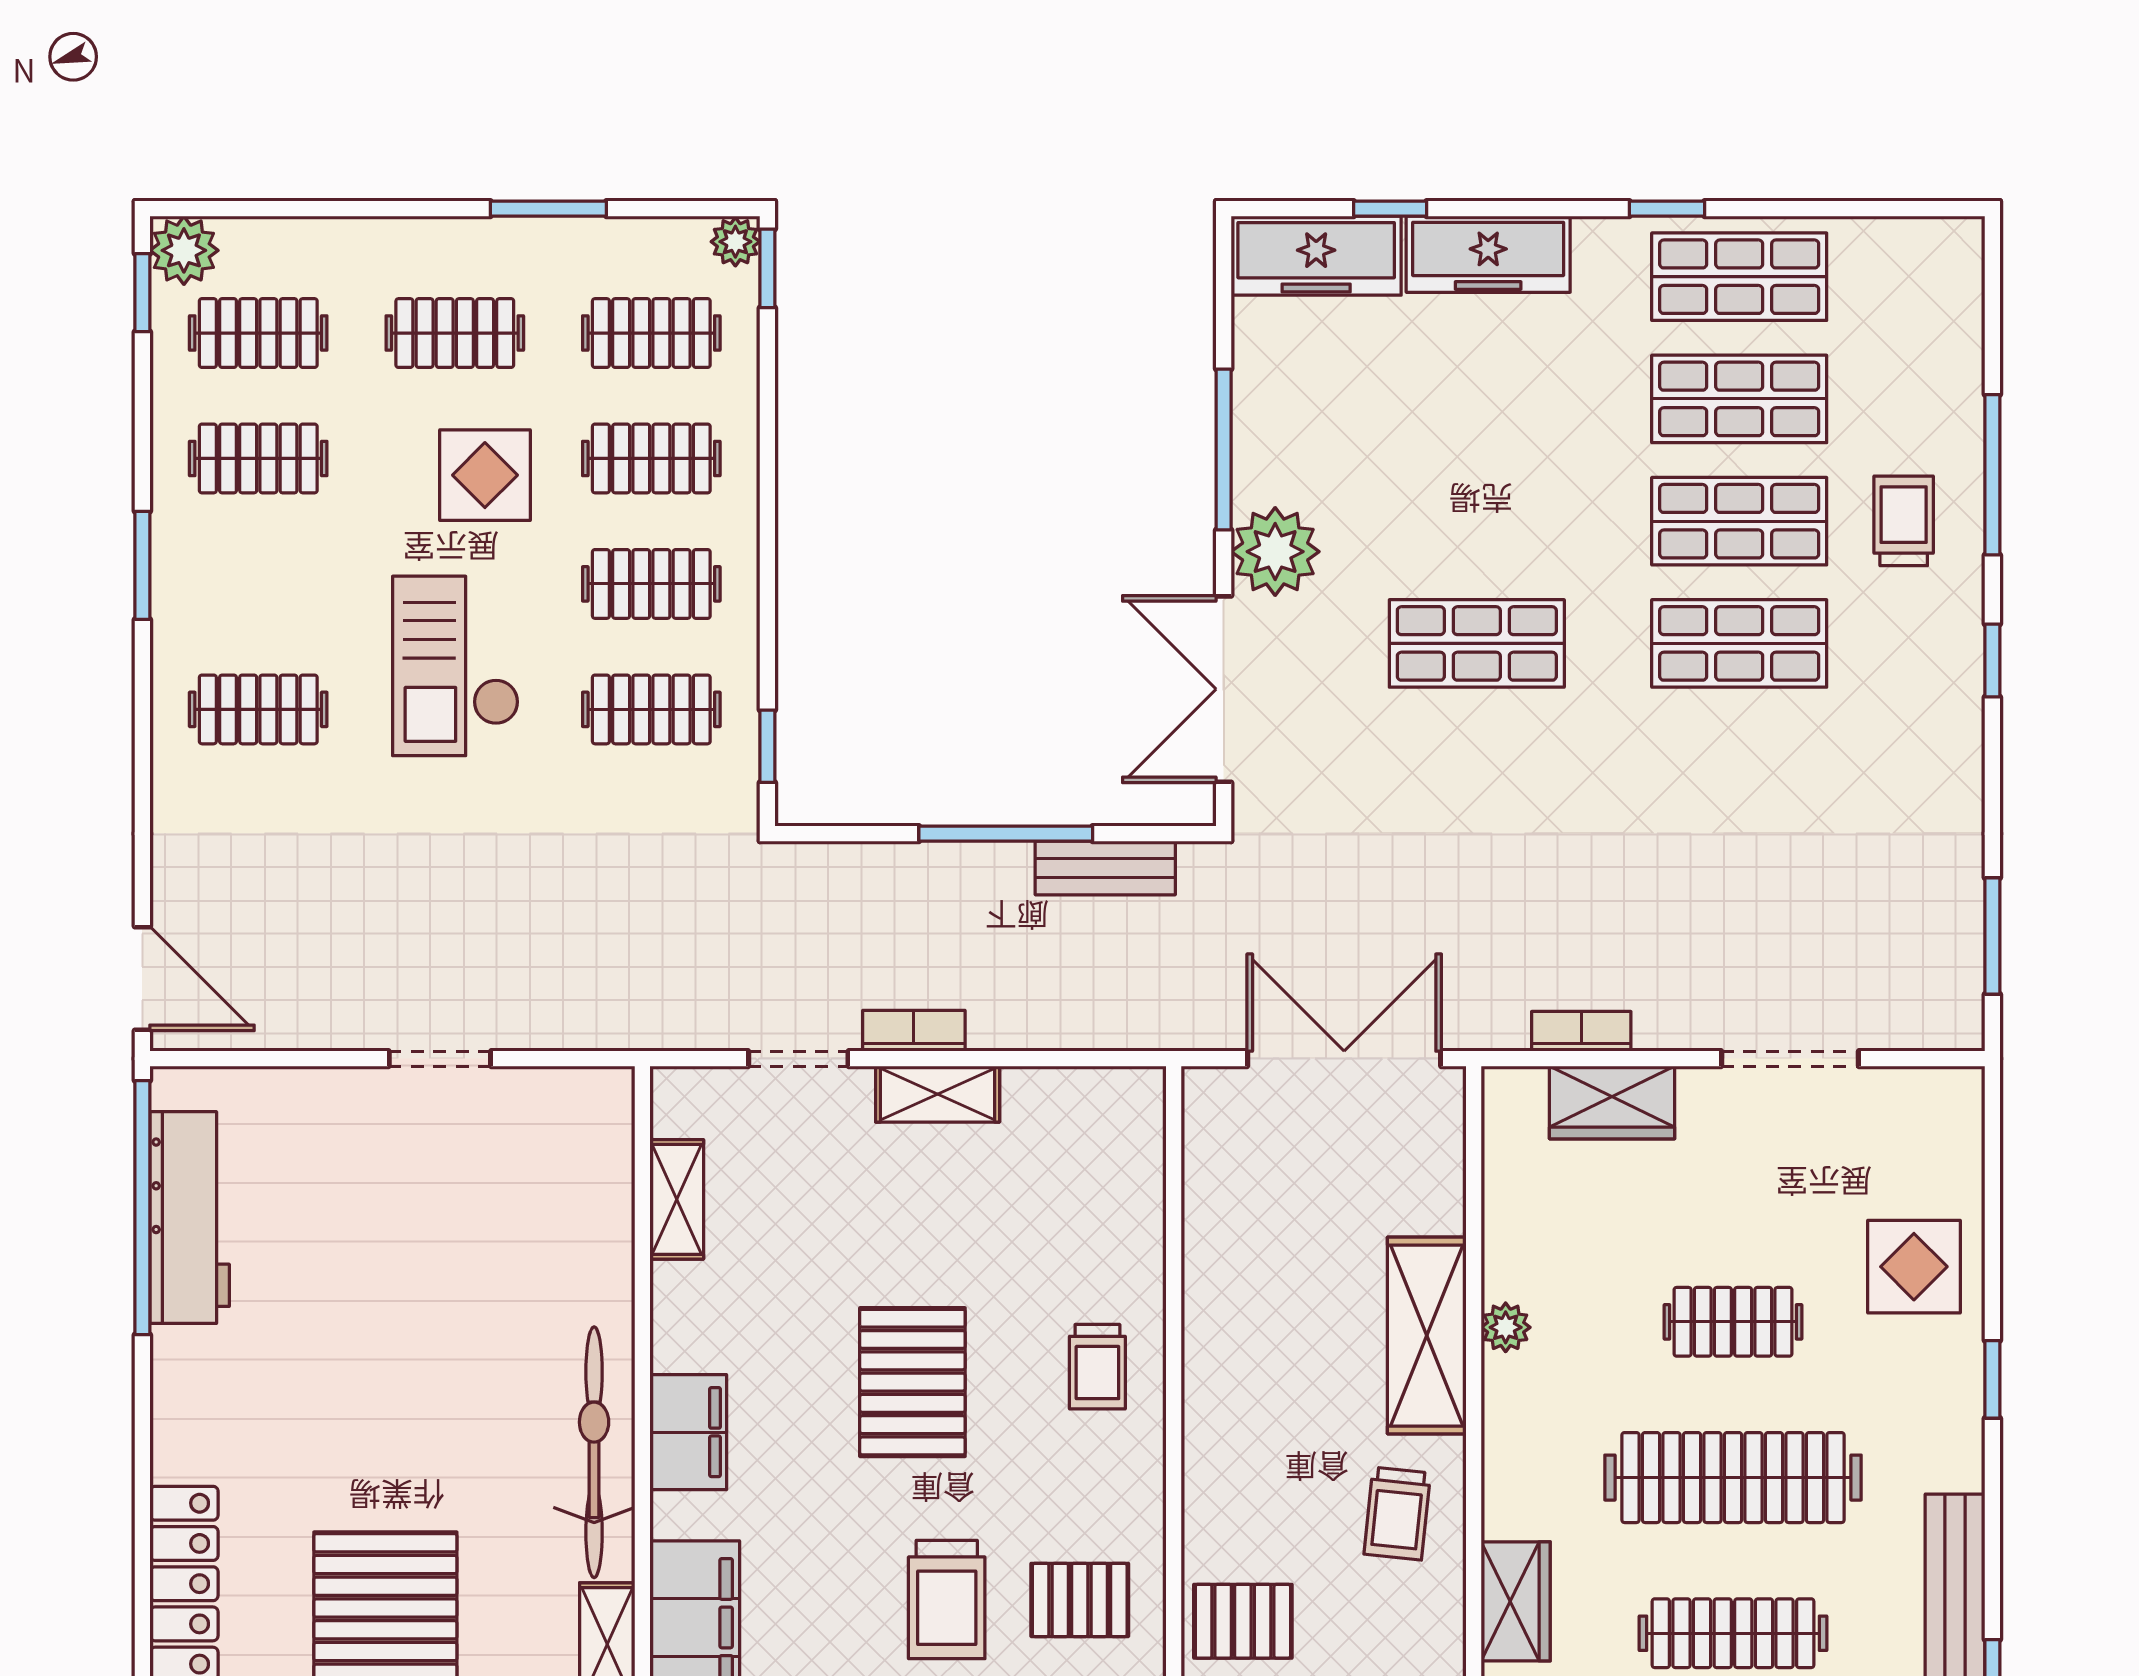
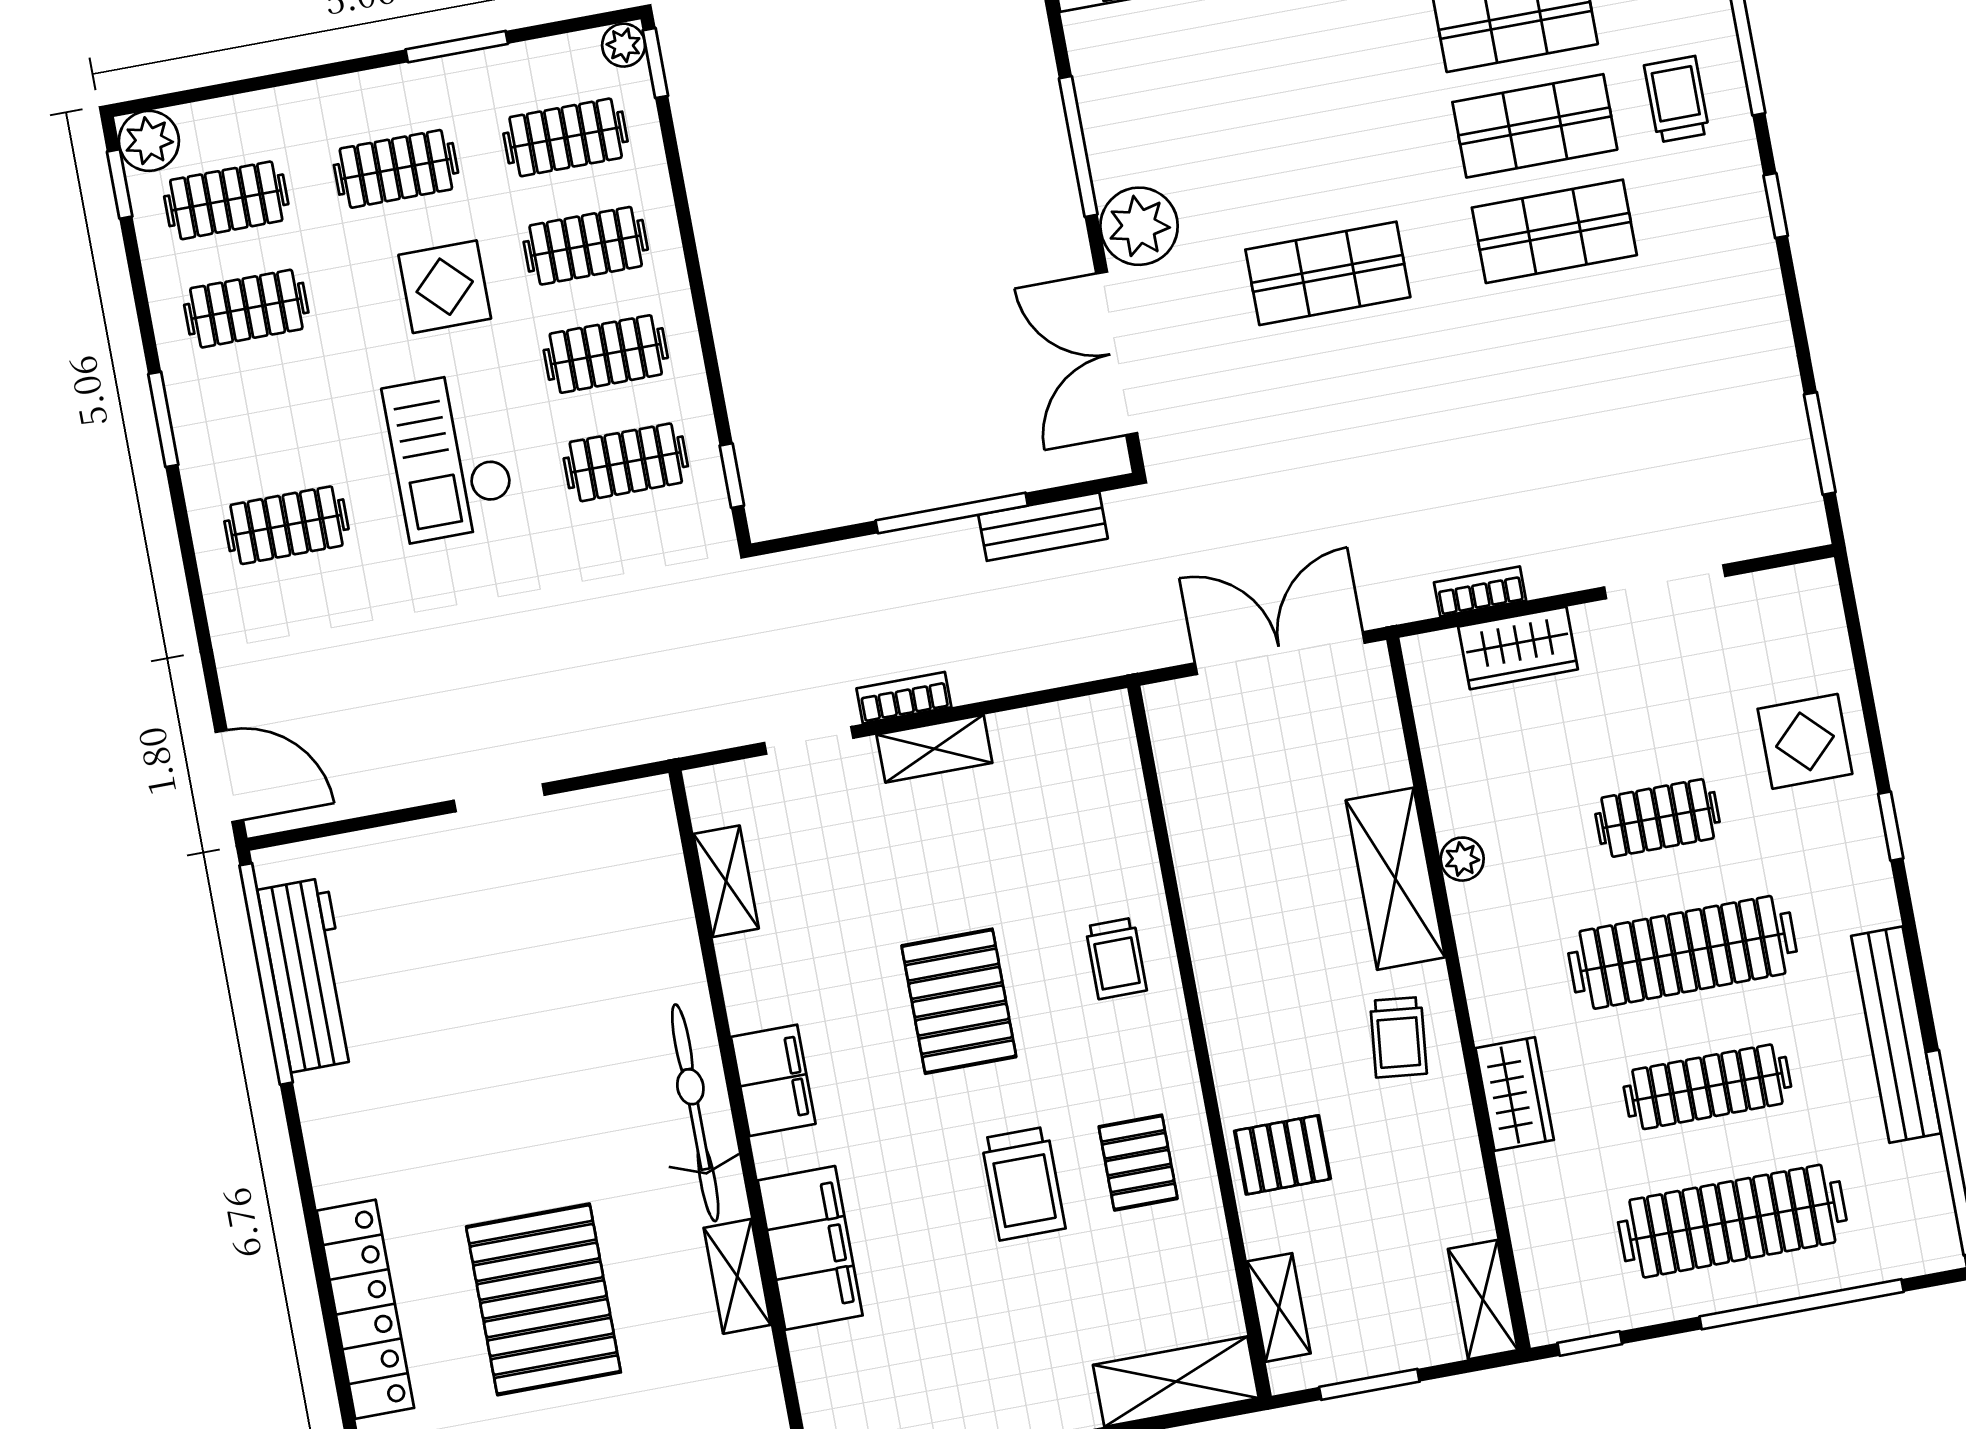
pallet: (1080, 1600) -> (1138, 1163), turned 90

